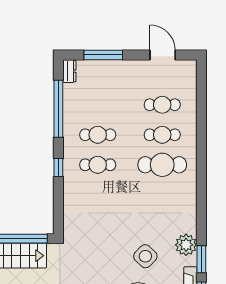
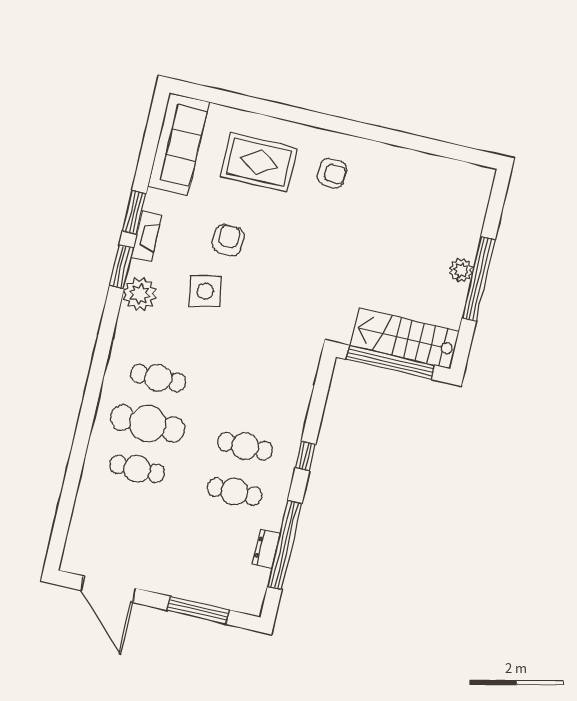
door: (163, 55) -> (108, 589), width x1.36
dresser: (69, 71) -> (266, 549), moved
cafe table: (162, 105) -> (158, 378), moved
side table: (145, 256) -> (205, 291), turned 35

